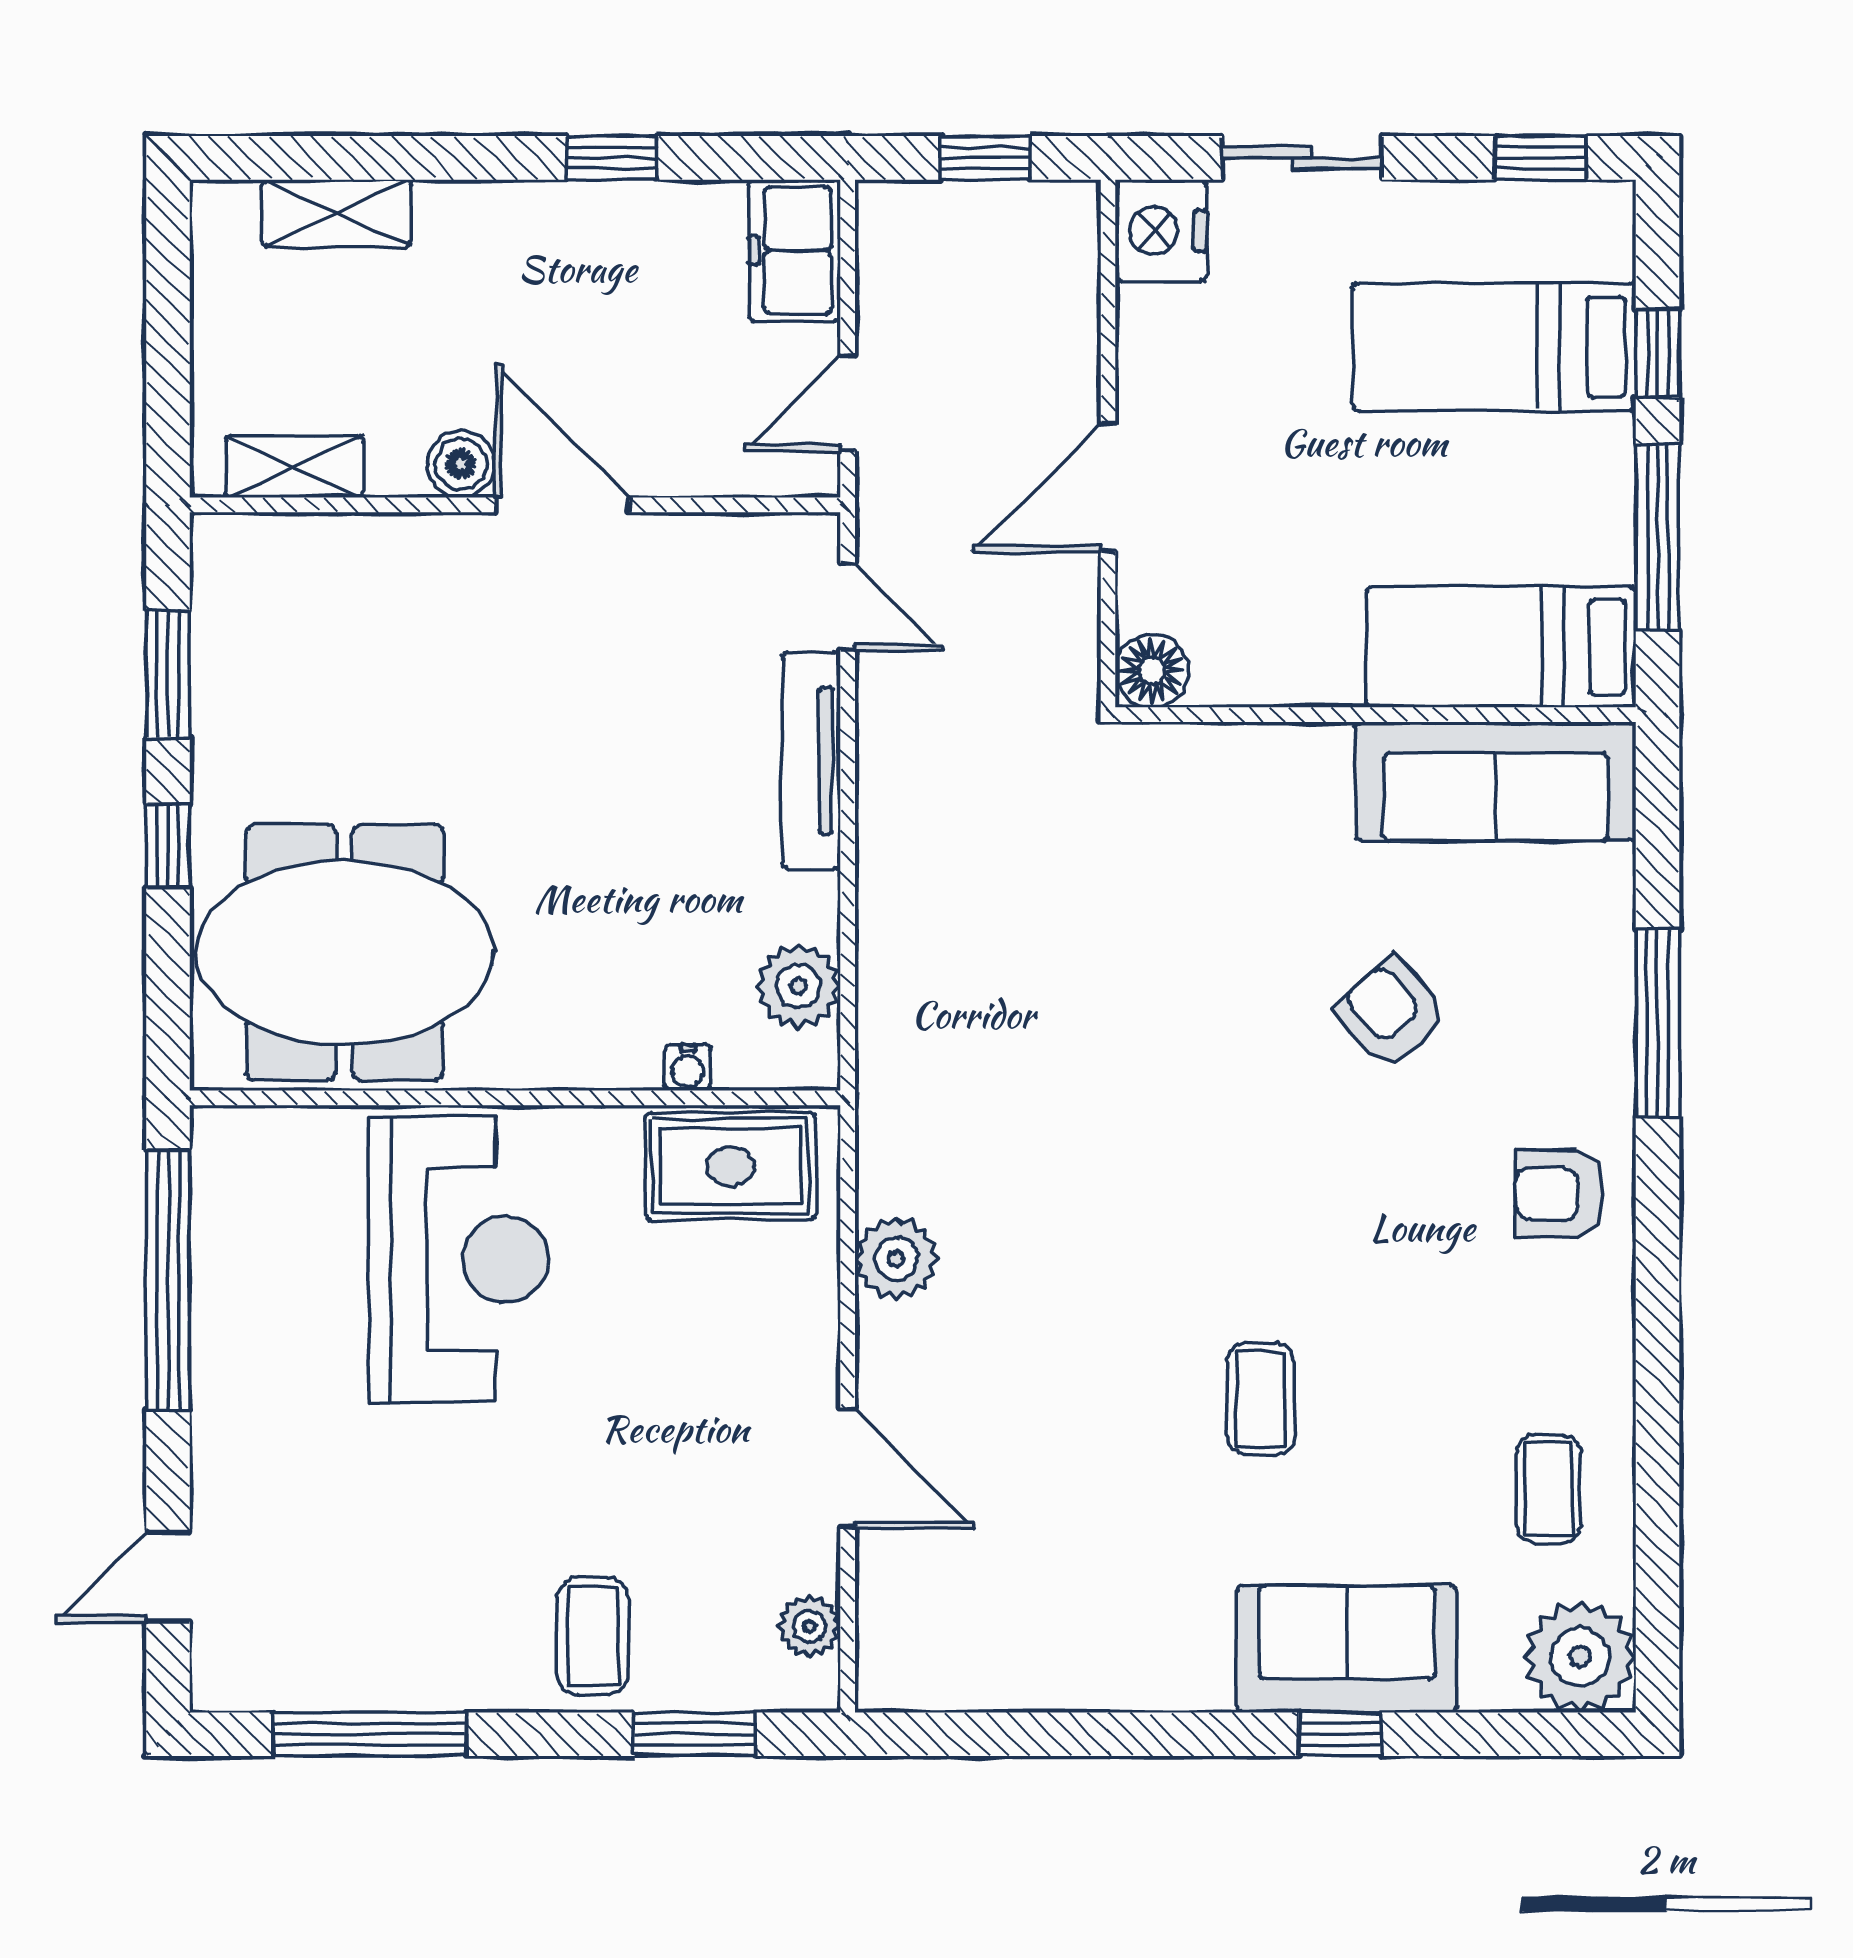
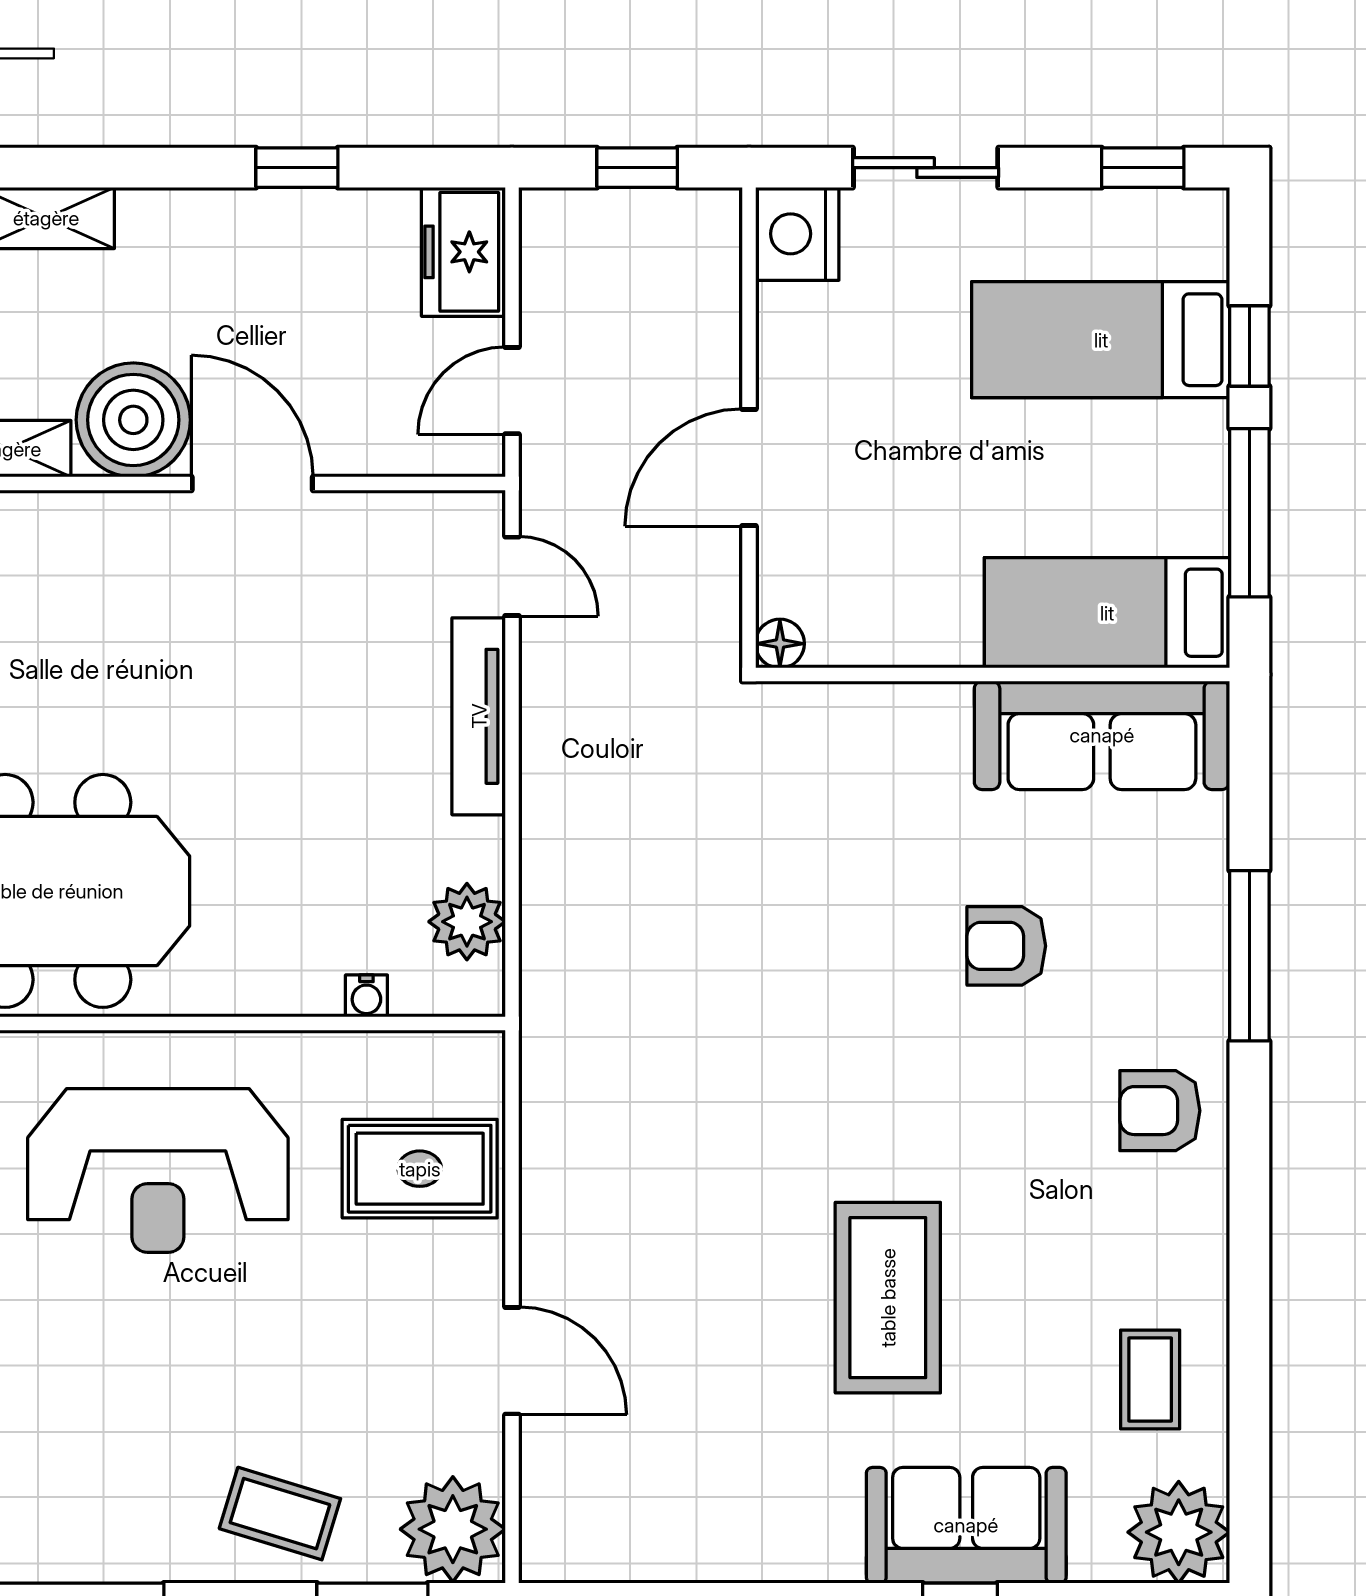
boiler: (461, 464) -> (133, 420), width x1.86, depth x1.86
floor lamp: (1152, 671) -> (780, 644), width x0.73, depth x0.73
armchair: (1391, 1013) -> (1006, 946), turned -48
rug: (730, 1166) -> (420, 1169), moved
reception desk: (459, 1259) -> (158, 1170), turned 90
plant: (896, 1259) -> (556, 1170), removed
coffee table: (1261, 1399) -> (888, 1298), width x1.86, depth x1.72
plant: (810, 1626) -> (453, 1529), width x1.87, depth x1.87
coffee table: (593, 1636) -> (280, 1514), turned -73

